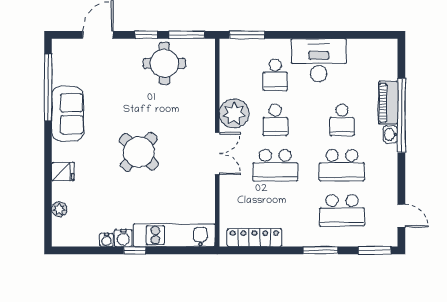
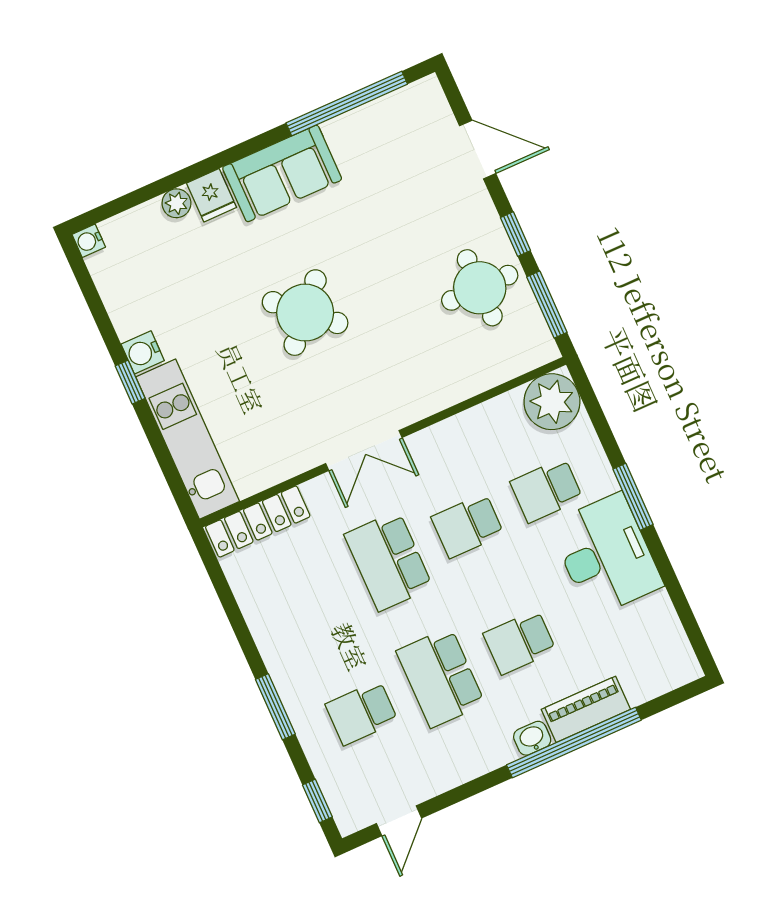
window: (247, 35) -> (633, 497), moved
sofa: (68, 114) -> (282, 173), moved
plant: (234, 114) -> (552, 402), moved
plant: (59, 209) -> (176, 203), moved
school desk: (342, 210) -> (362, 713), width x0.54
locker: (254, 238) -> (258, 521), moved, turned 90
water cooler: (106, 240) -> (89, 241), moved
window: (375, 250) -> (317, 801), width x0.67

